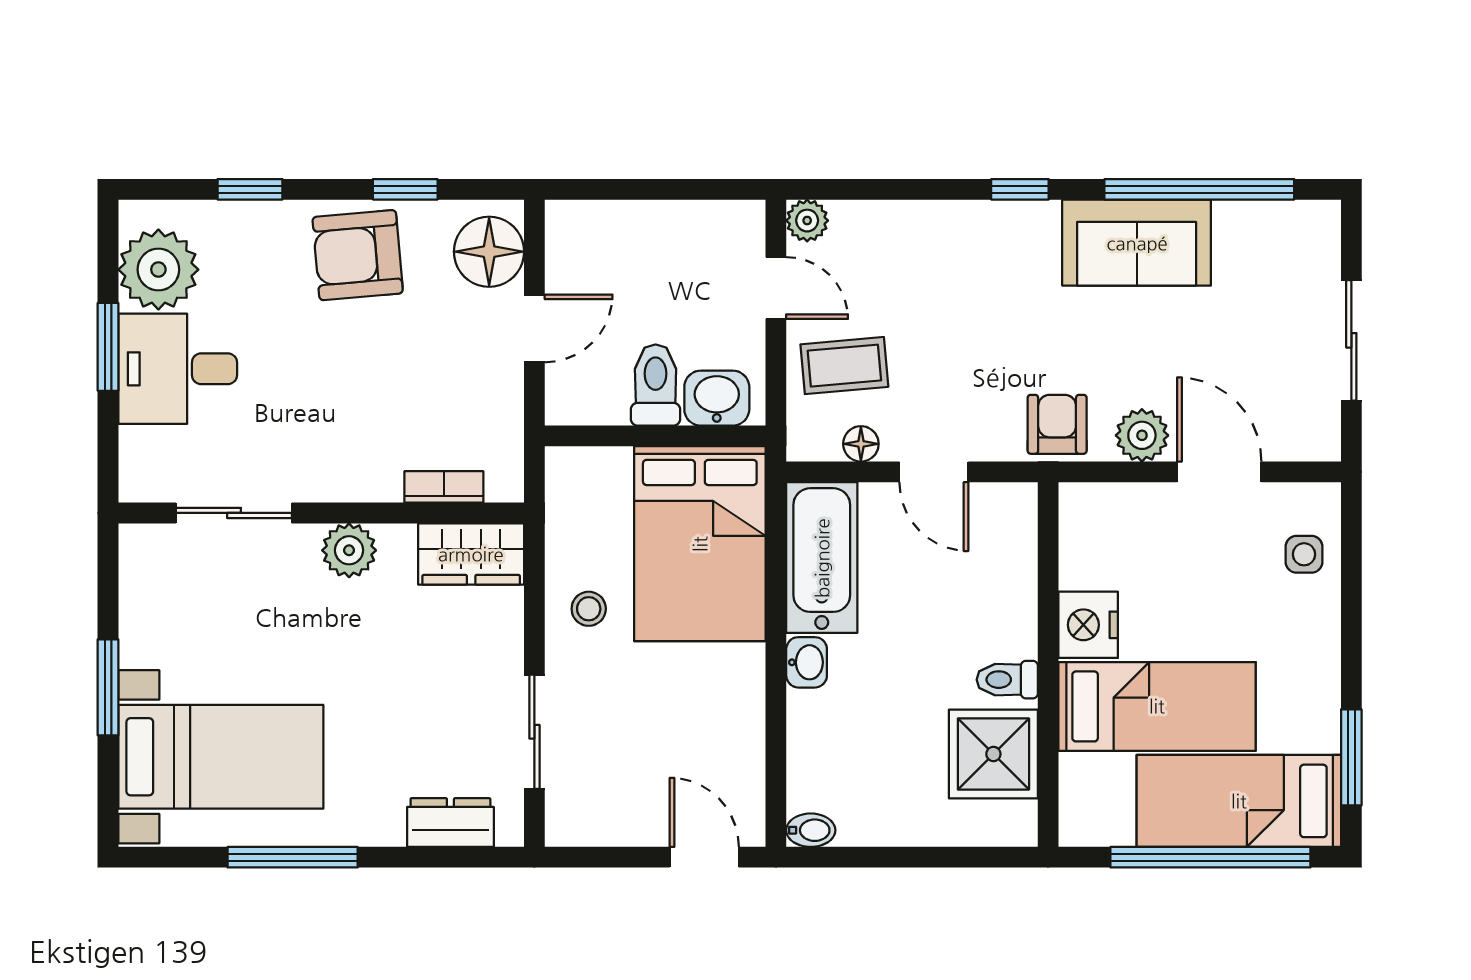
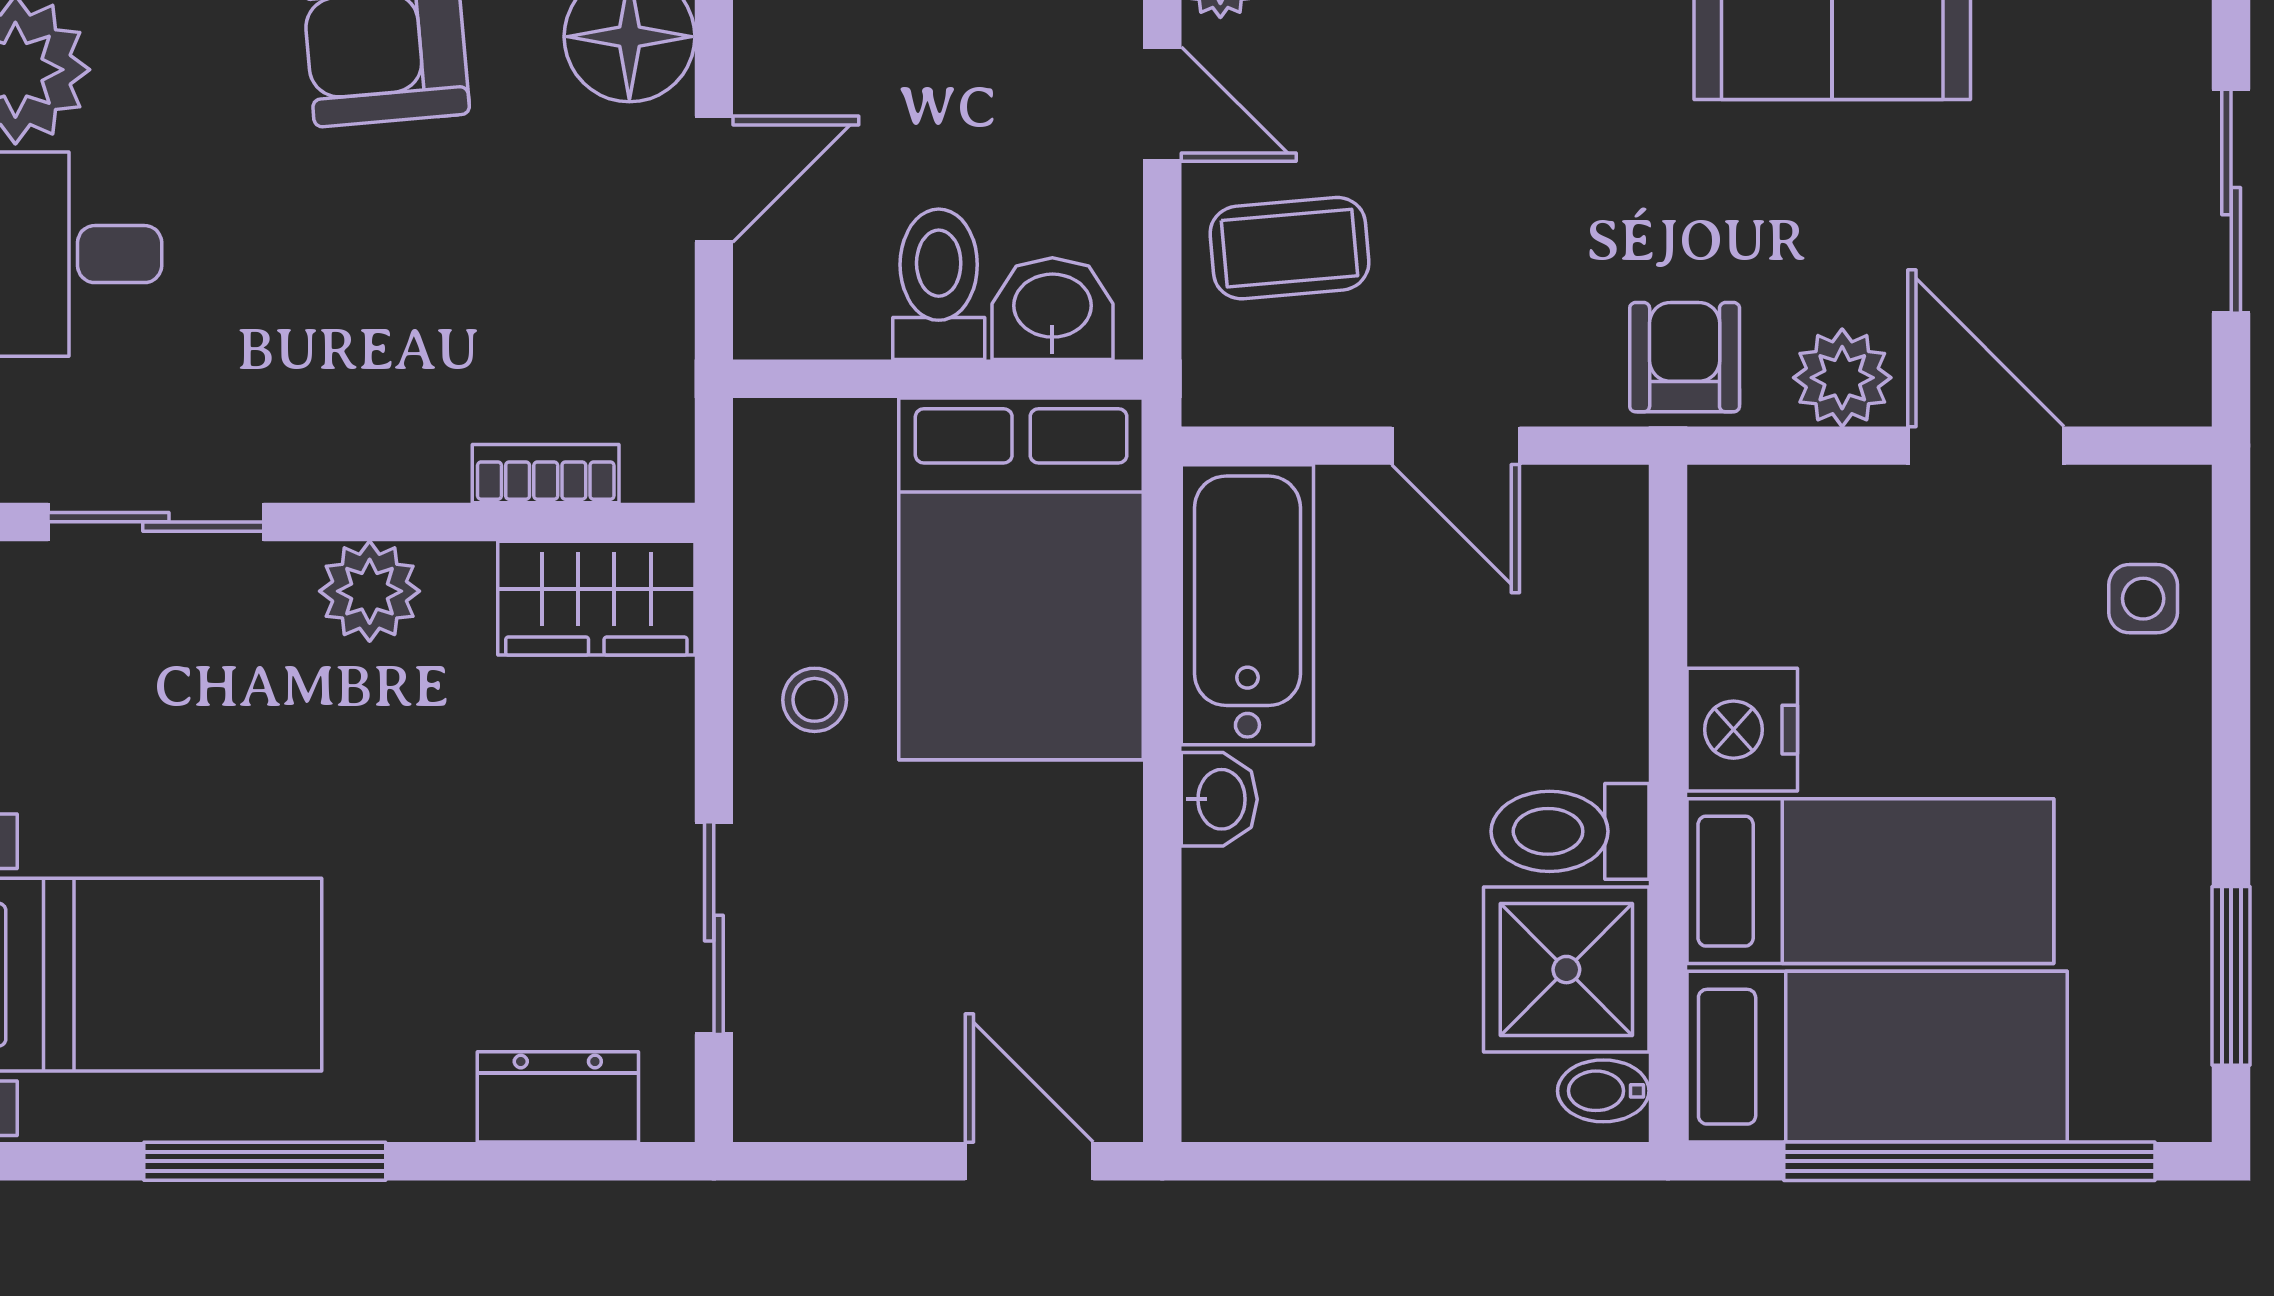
floor lamp: (861, 444) -> (1320, 394), removed
toilet: (1007, 680) -> (1570, 831), width x1.37, depth x1.39
bed: (1239, 801) -> (1877, 1057), moved, turned 180
bidet: (811, 830) -> (1603, 1091), moved, turned 180

